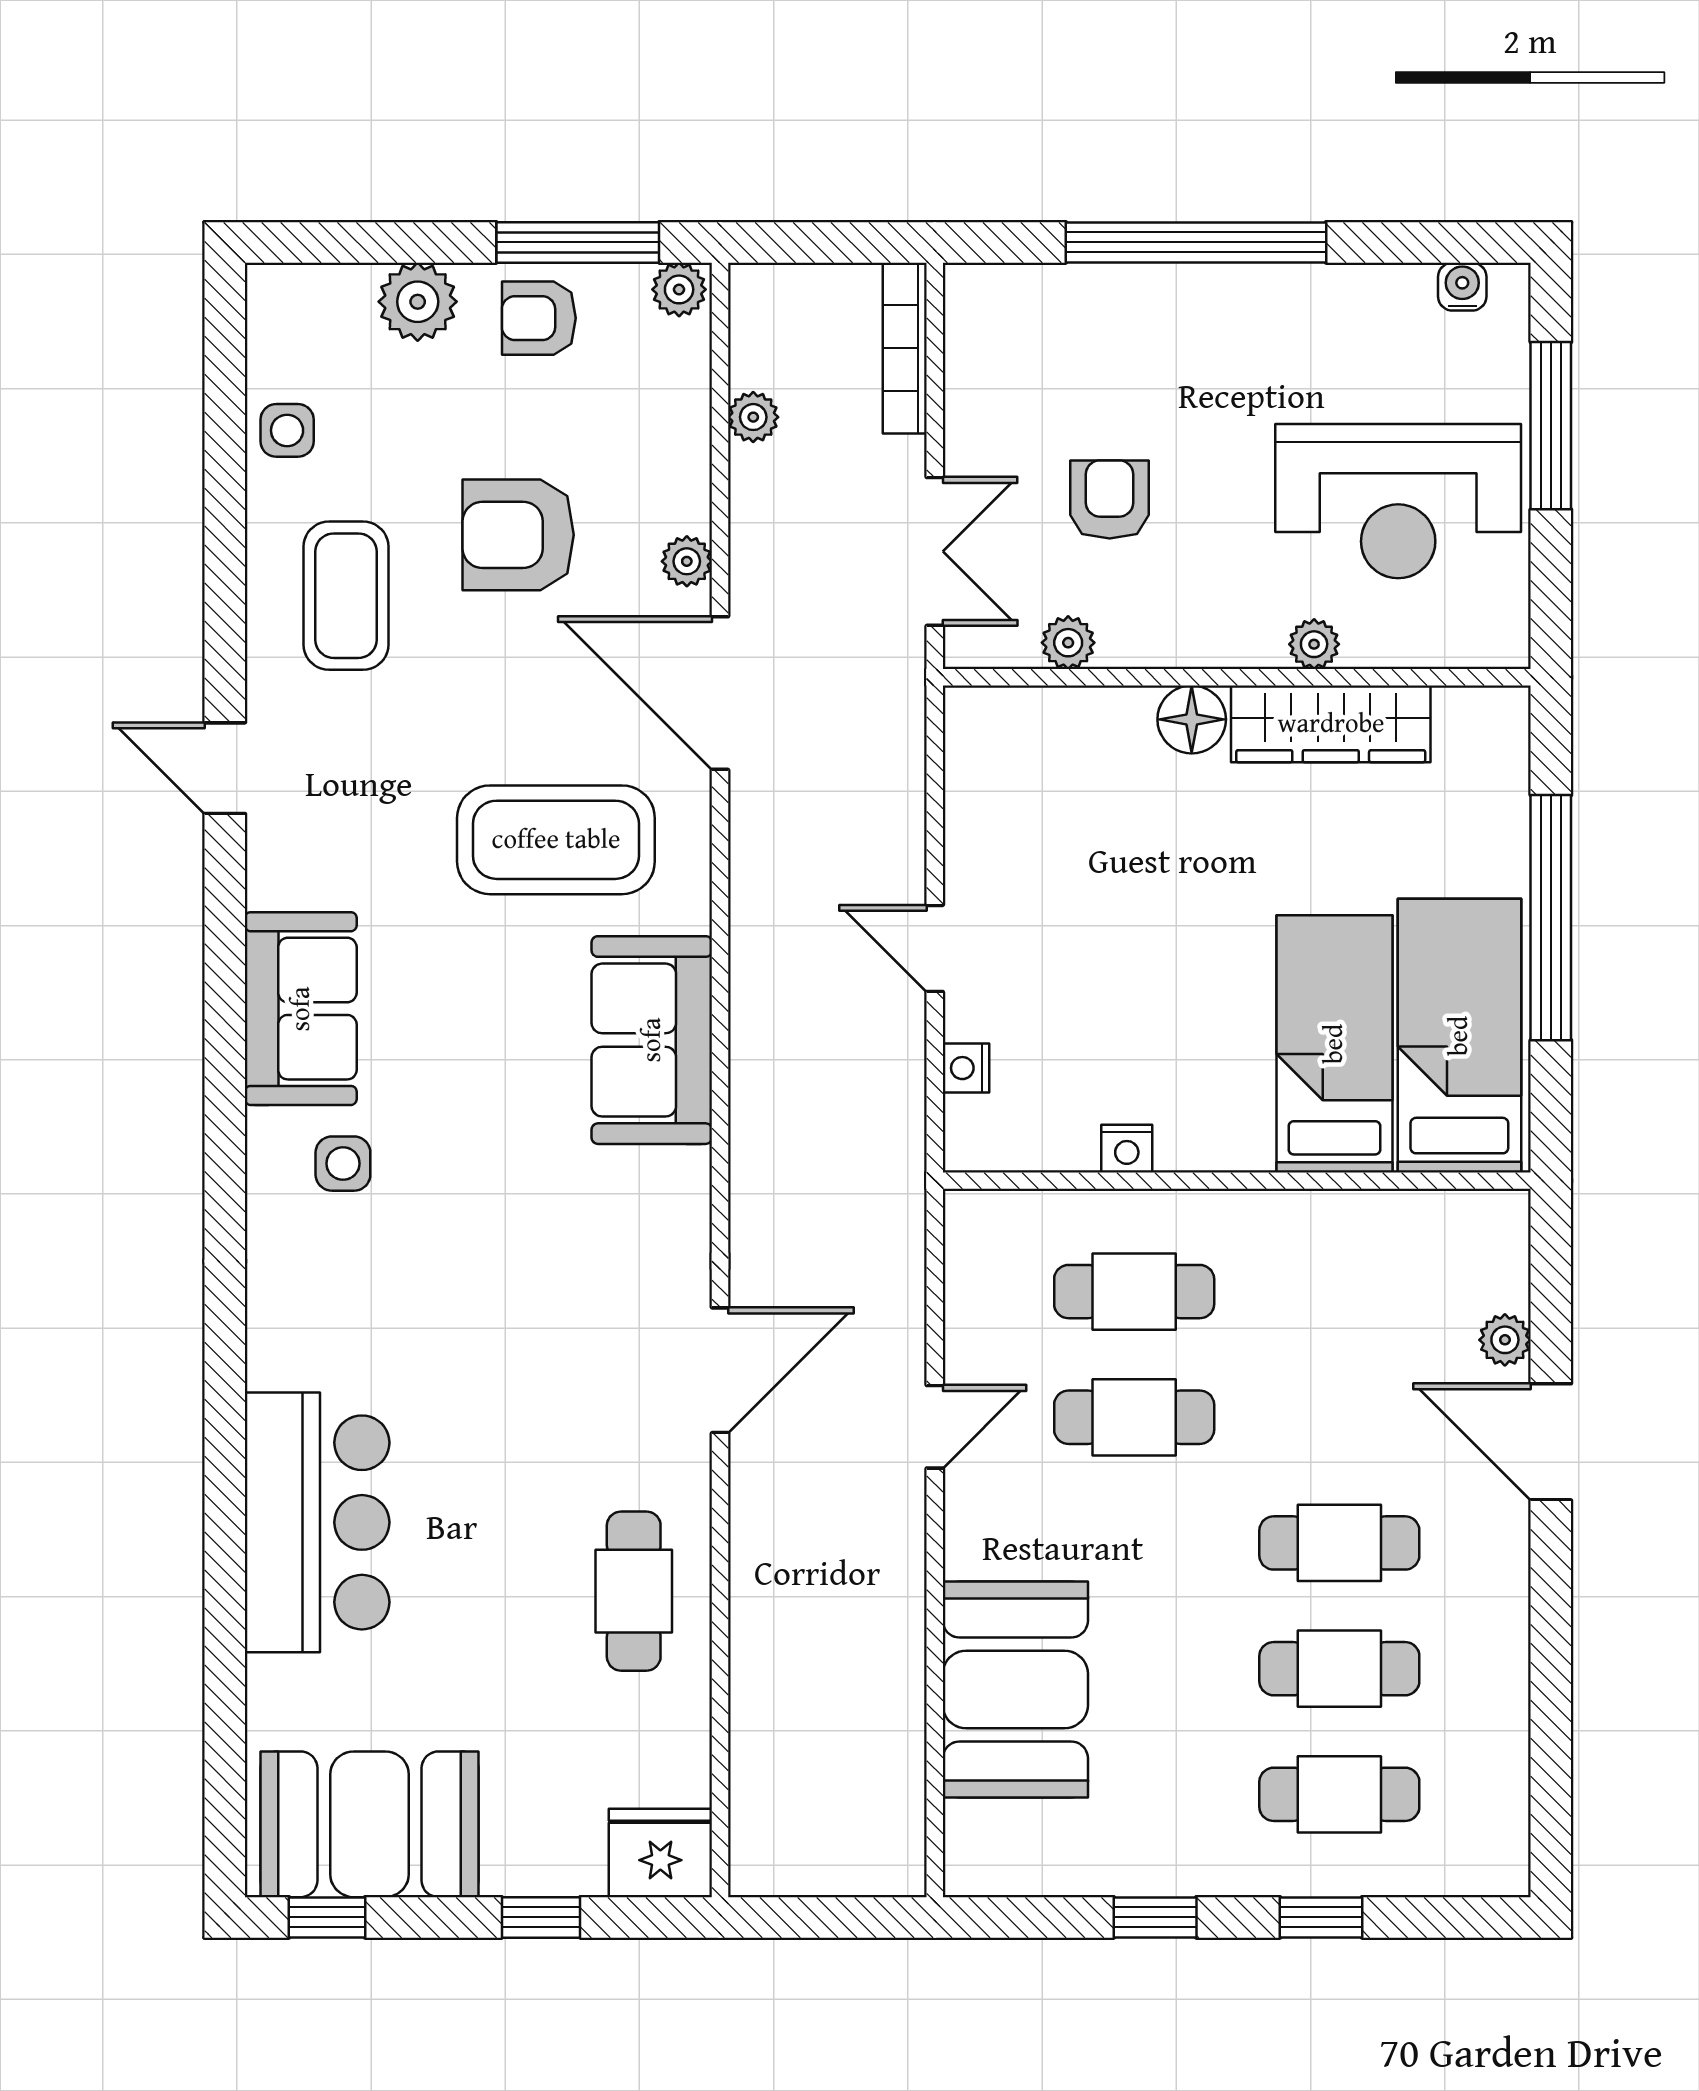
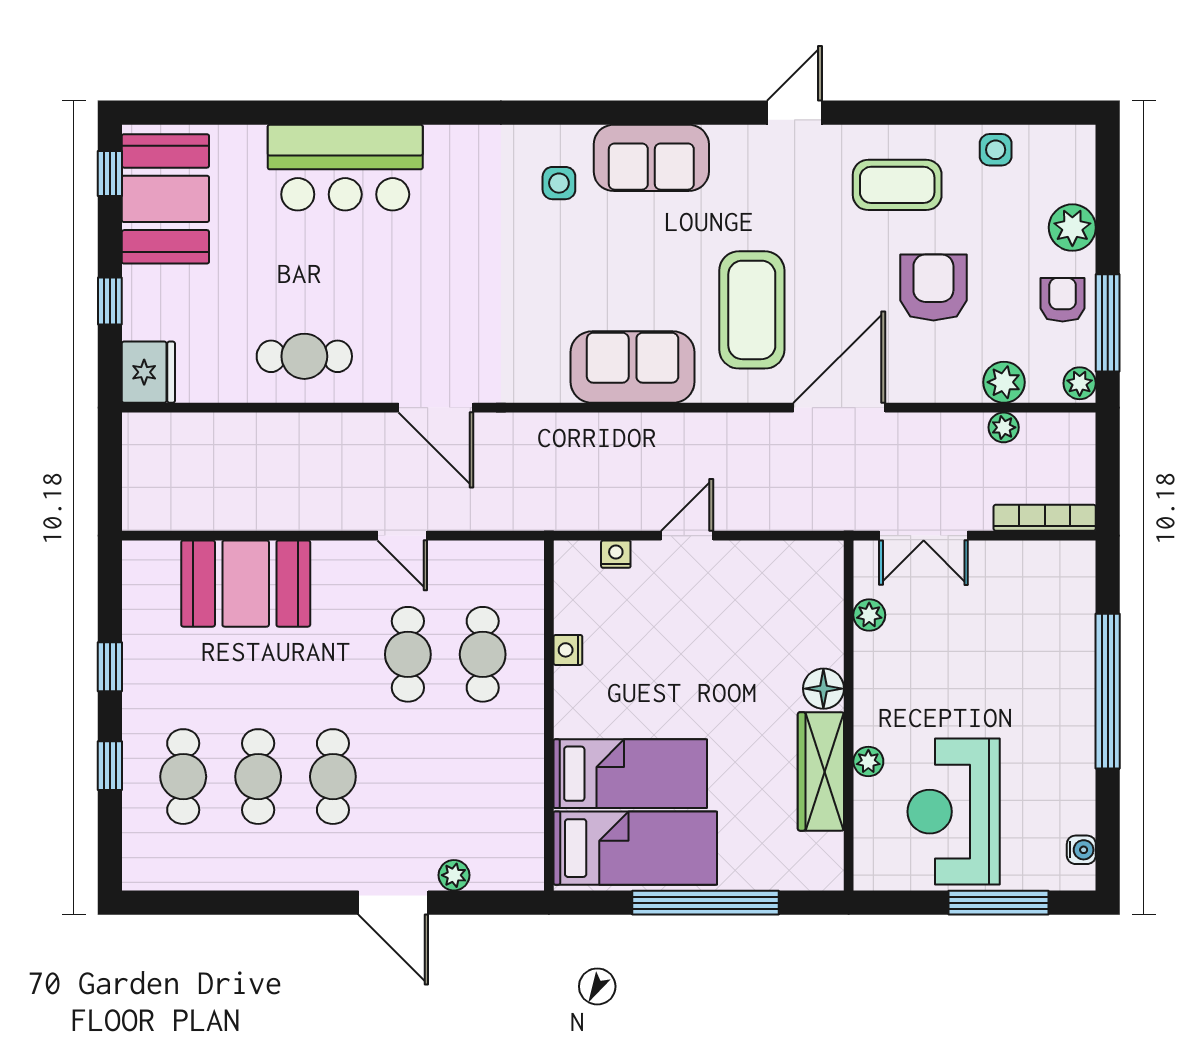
armchair: (1110, 499) -> (955, 640), removed
plant: (687, 561) -> (1004, 382), moved, width x1.38, depth x1.38
door: (1551, 1442) -> (393, 903), swing flipped

